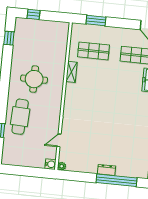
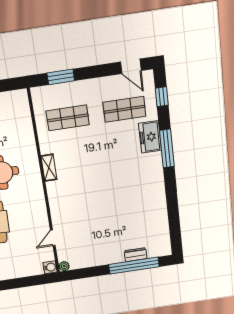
shelving: (72, 72) -> (49, 168), moved
dresser: (106, 170) -> (136, 255), moved

